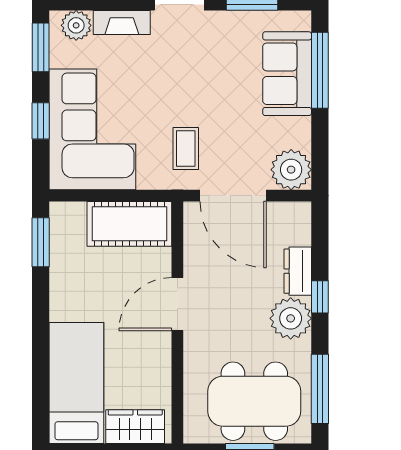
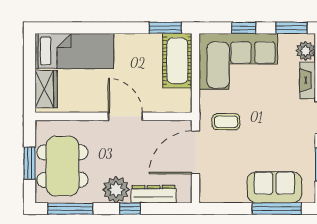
plant: (291, 170) -> (212, 190), removed
cot: (129, 224) -> (177, 61), moved
dresser: (298, 271) -> (153, 194), width x1.44

